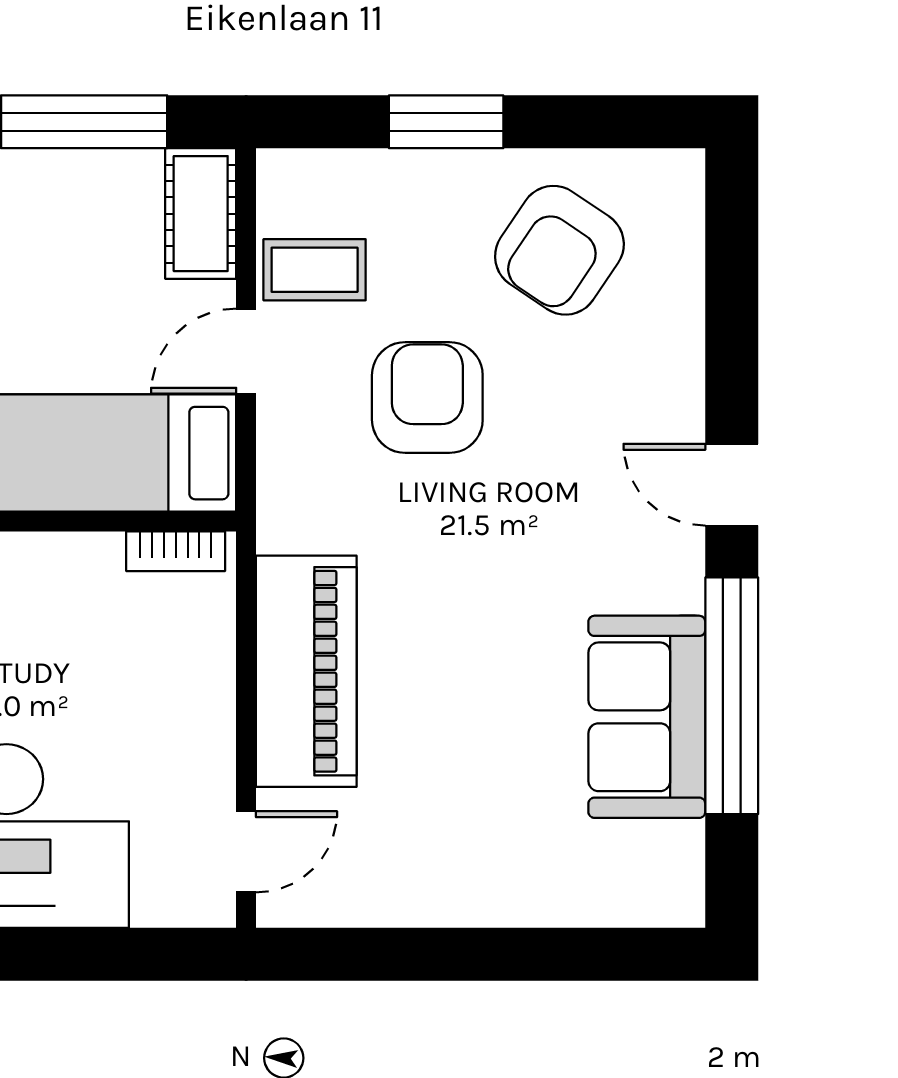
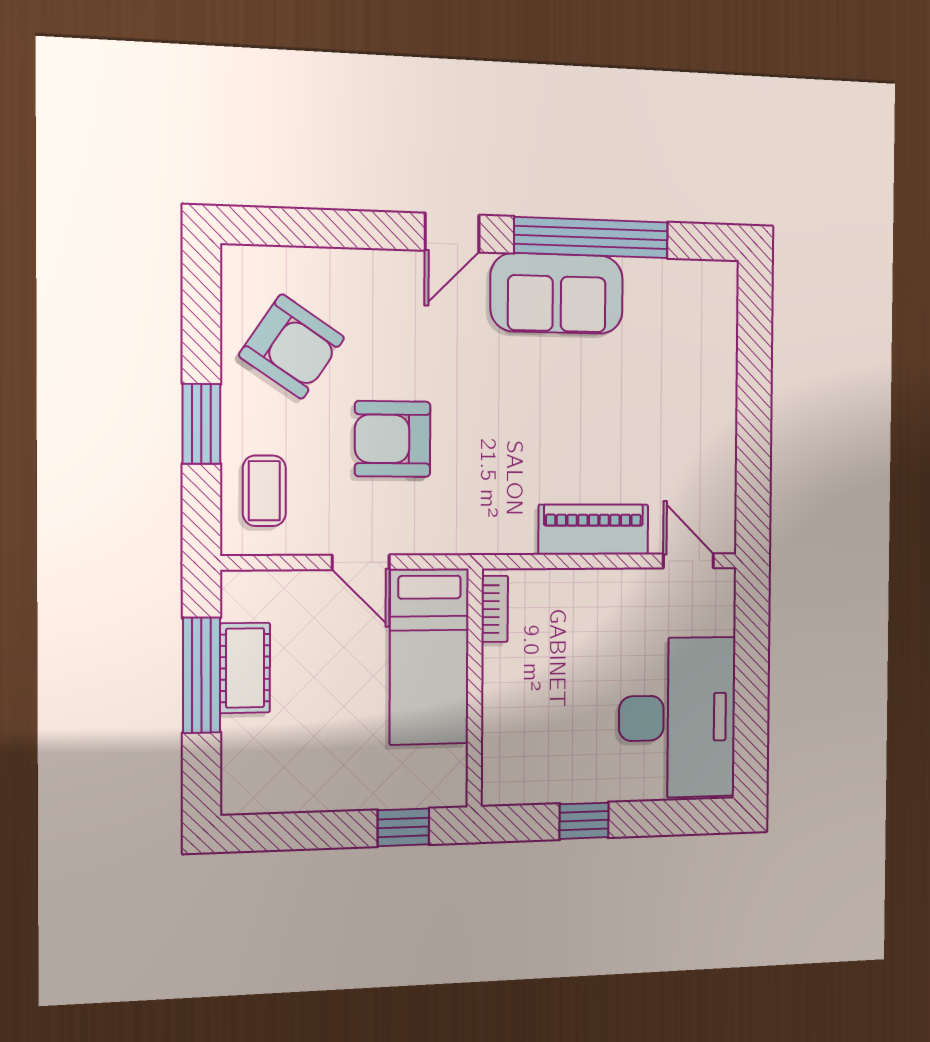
cot: (201, 214) -> (245, 668), moved, turned 90
coffee table: (315, 270) -> (264, 491), moved
piano: (306, 671) -> (594, 530), width x0.73, depth x0.75
sofa: (647, 717) -> (557, 293), moved

